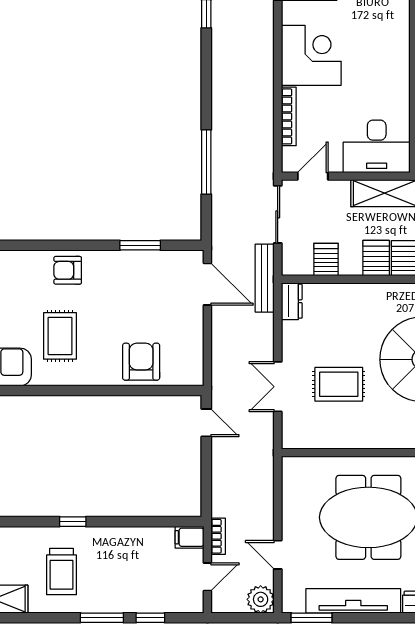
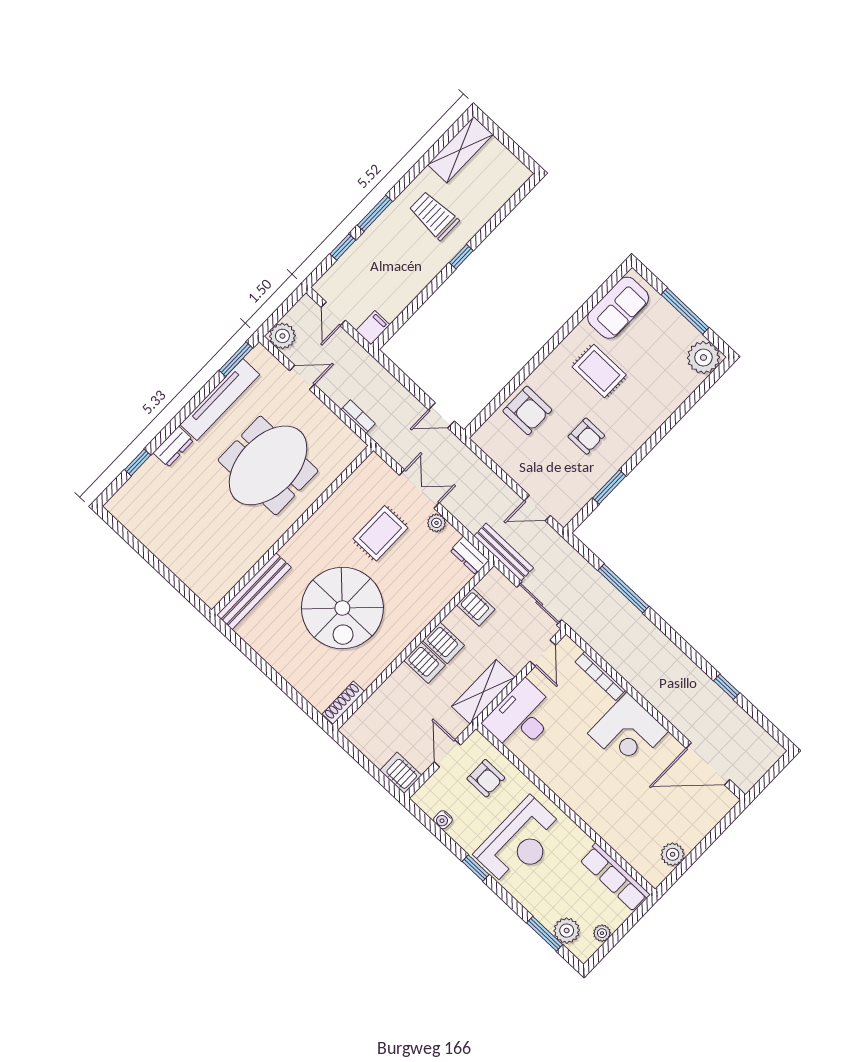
armchair: (68, 270) -> (586, 436), moved, turned 90
door: (207, 284) -> (537, 508), width x0.73
plant: (291, 349) -> (436, 523), added
bookcase: (218, 536) -> (358, 417), moved, turned 180

